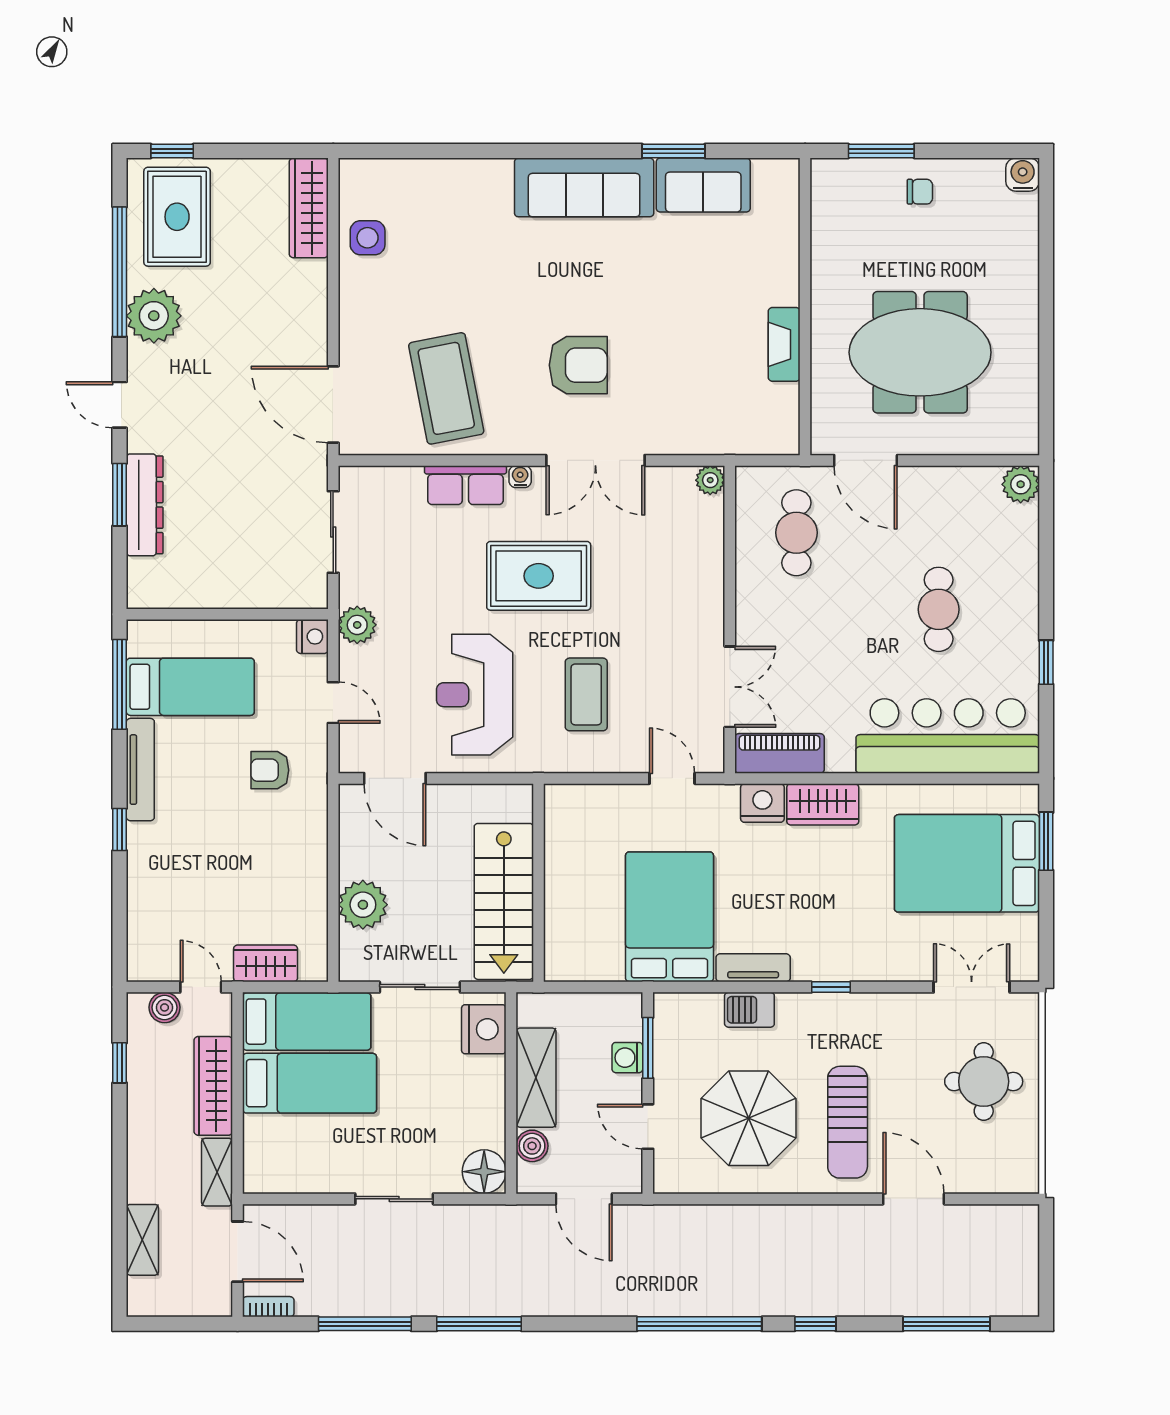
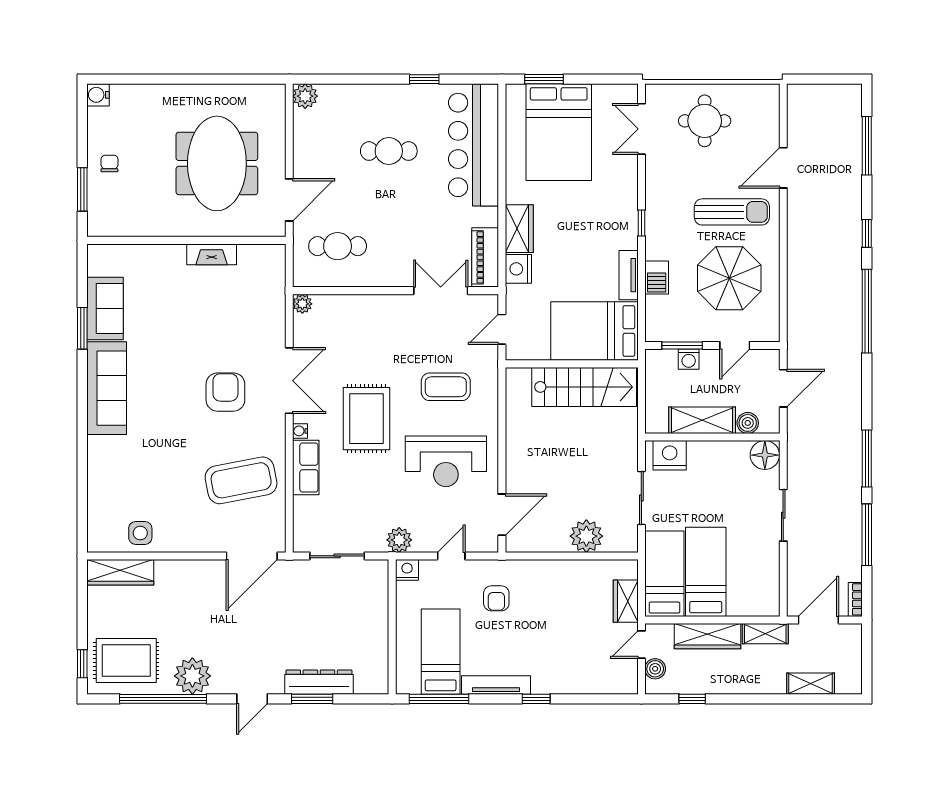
wall: (538, 883) -> (572, 364), moved
stairs: (504, 901) -> (584, 387), moved

